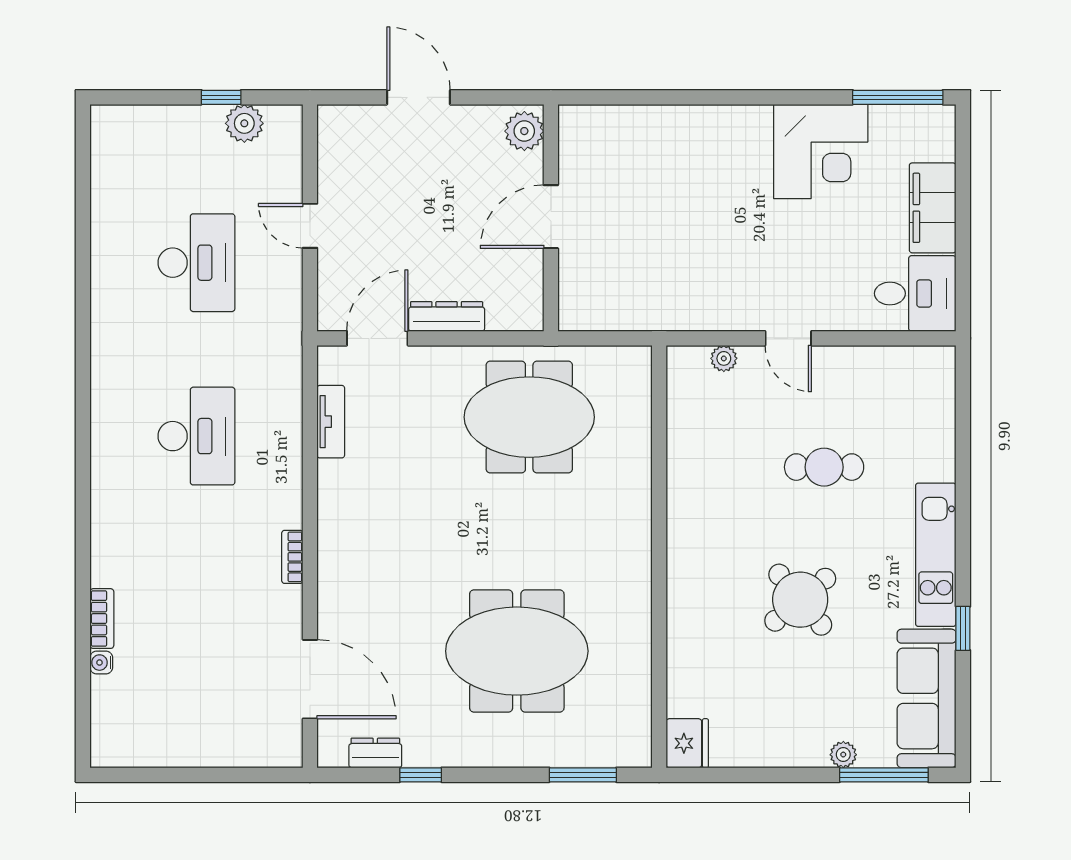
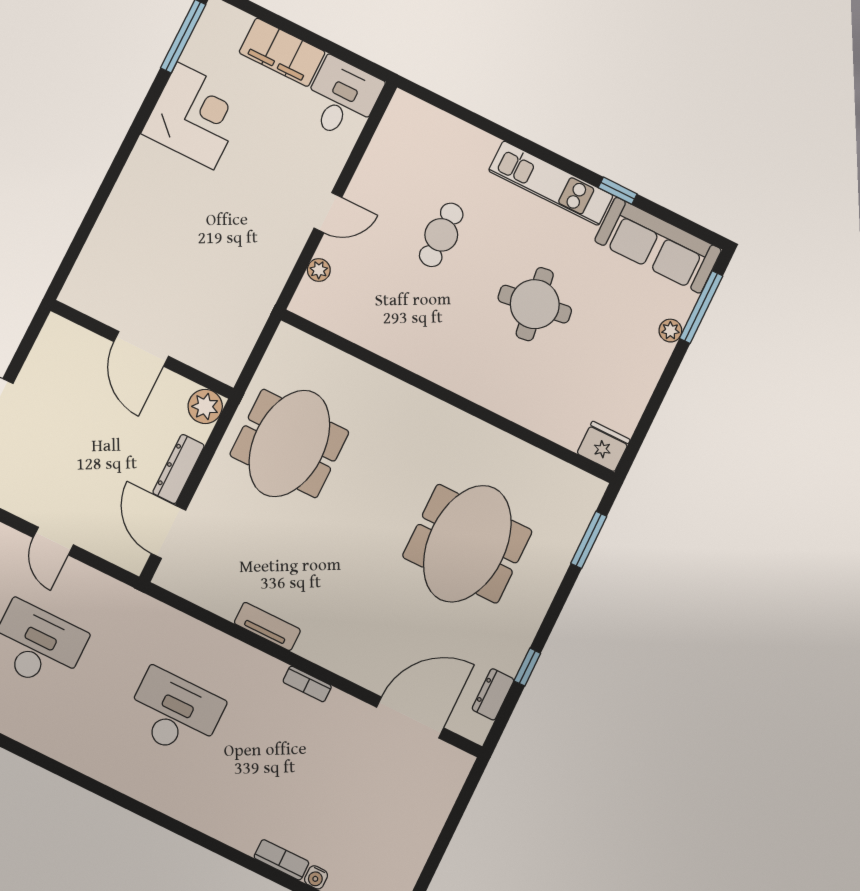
plant: (524, 131) -> (205, 406), moved
door: (310, 226) -> (53, 541), hinge flipped
tv unit: (331, 422) -> (267, 626), moved
round table: (800, 600) -> (535, 304), turned 32

